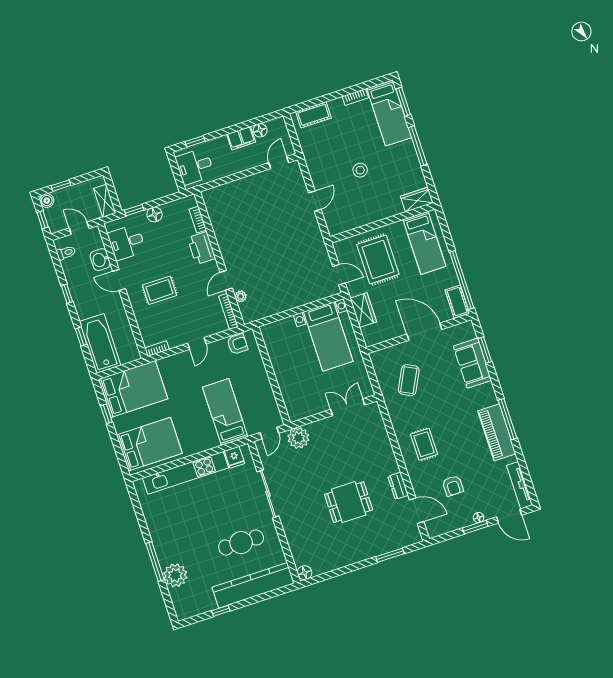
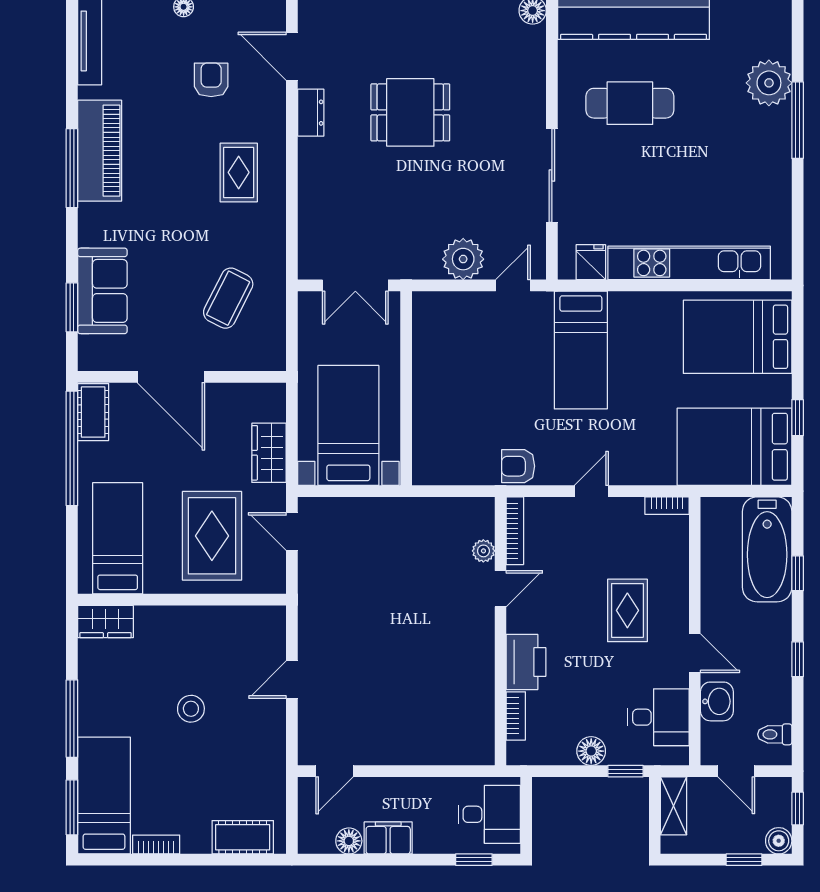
rug: (159, 290) -> (627, 610), turned 90
wall: (272, 376) -> (406, 388), moved

